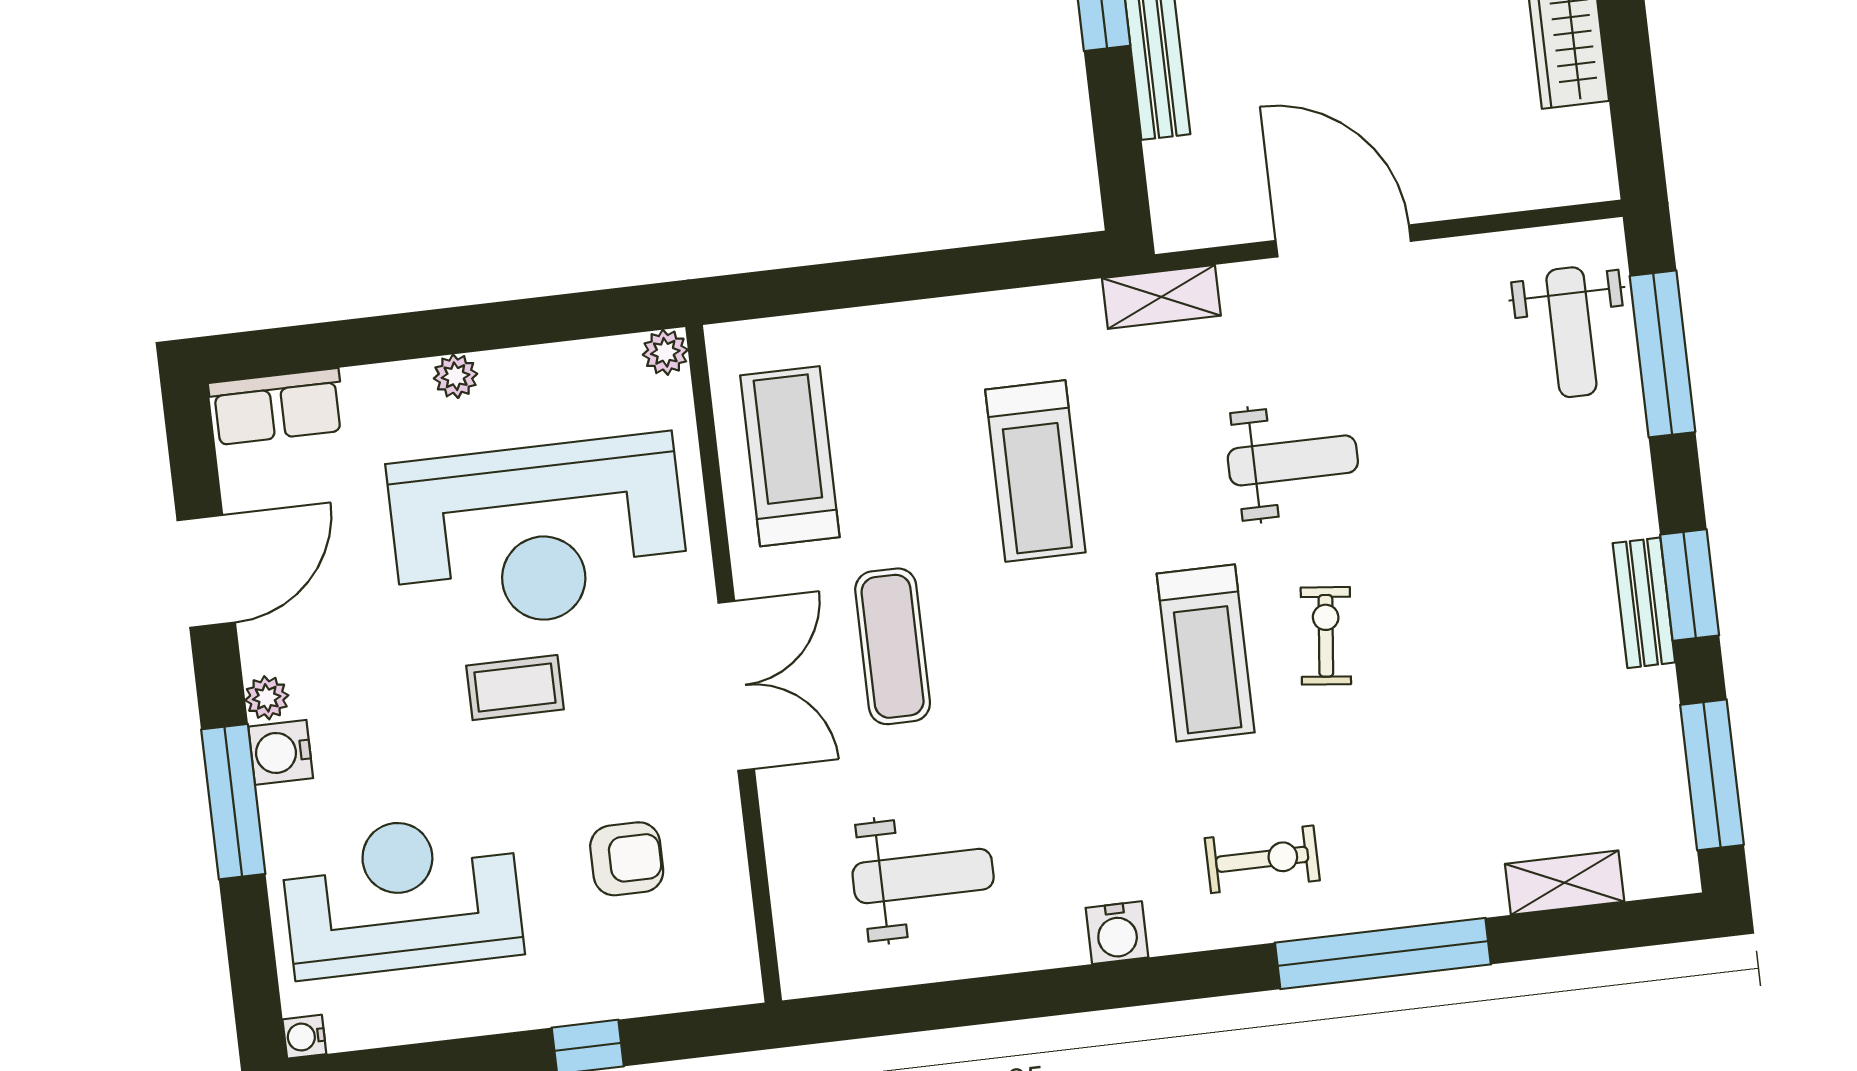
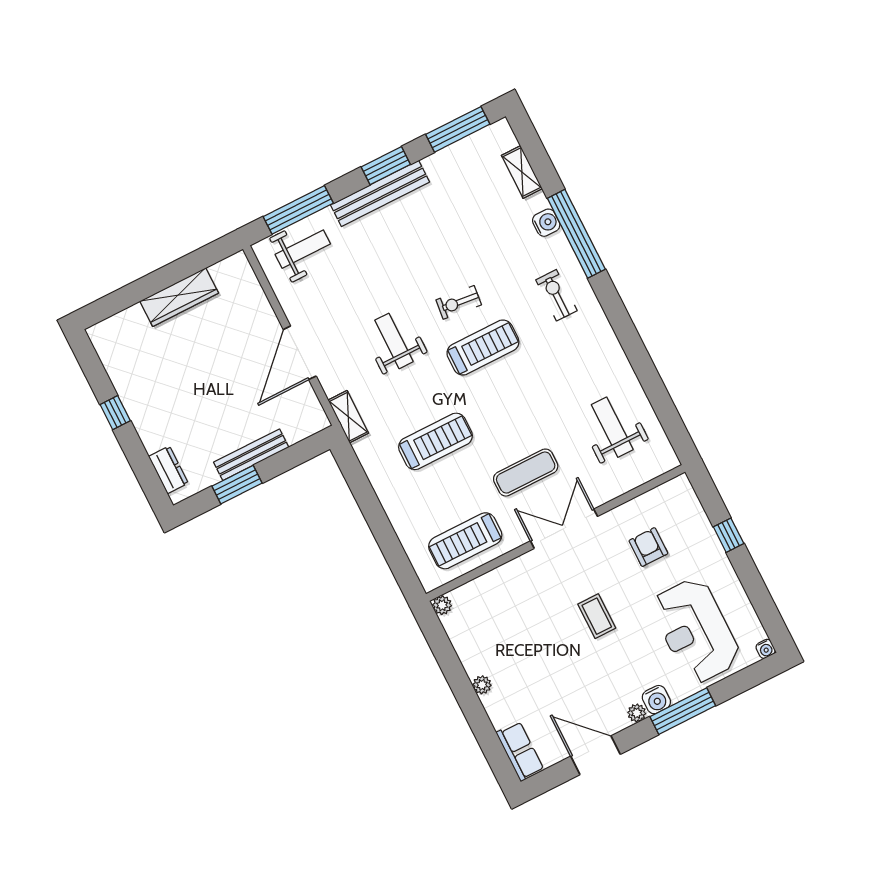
reception desk: (538, 533) -> (532, 629), removed
bench: (1644, 603) -> (380, 193), width x1.86, depth x1.21
water cooler: (1117, 933) -> (546, 223), moved

